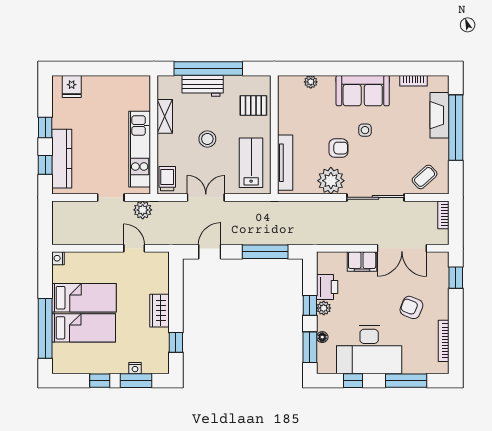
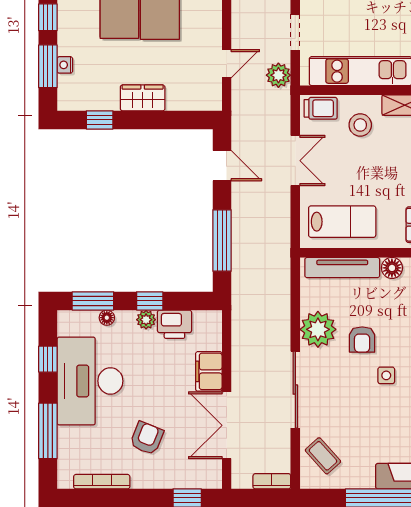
floor lamp: (285, 126) -> (392, 268), added
stool: (207, 139) -> (360, 125), moved

